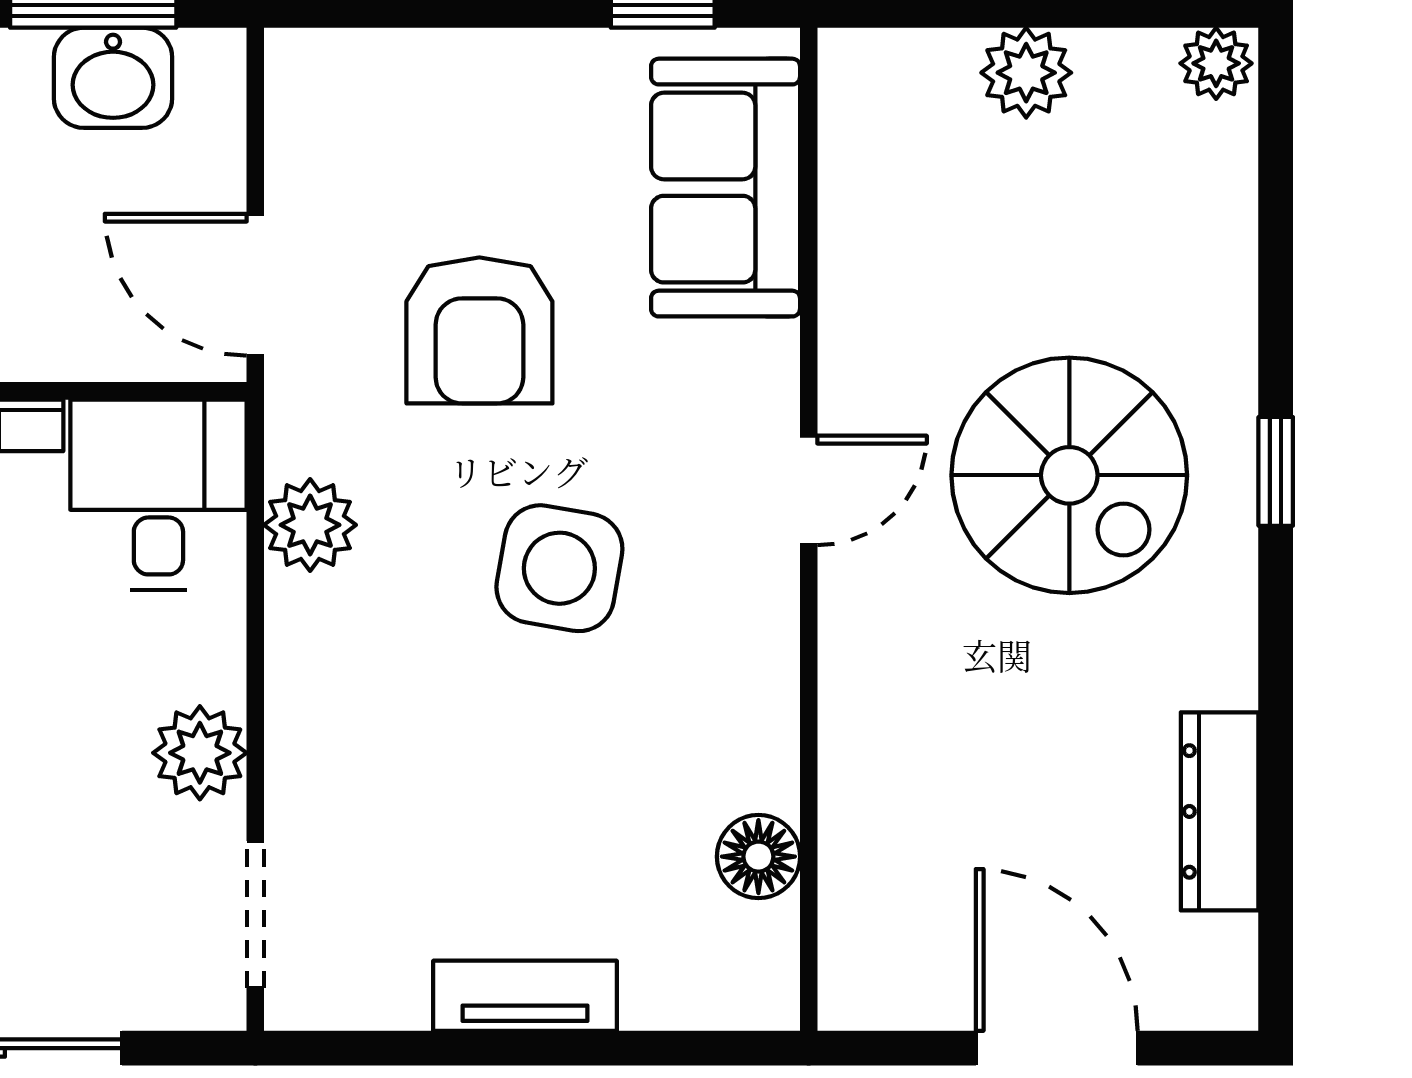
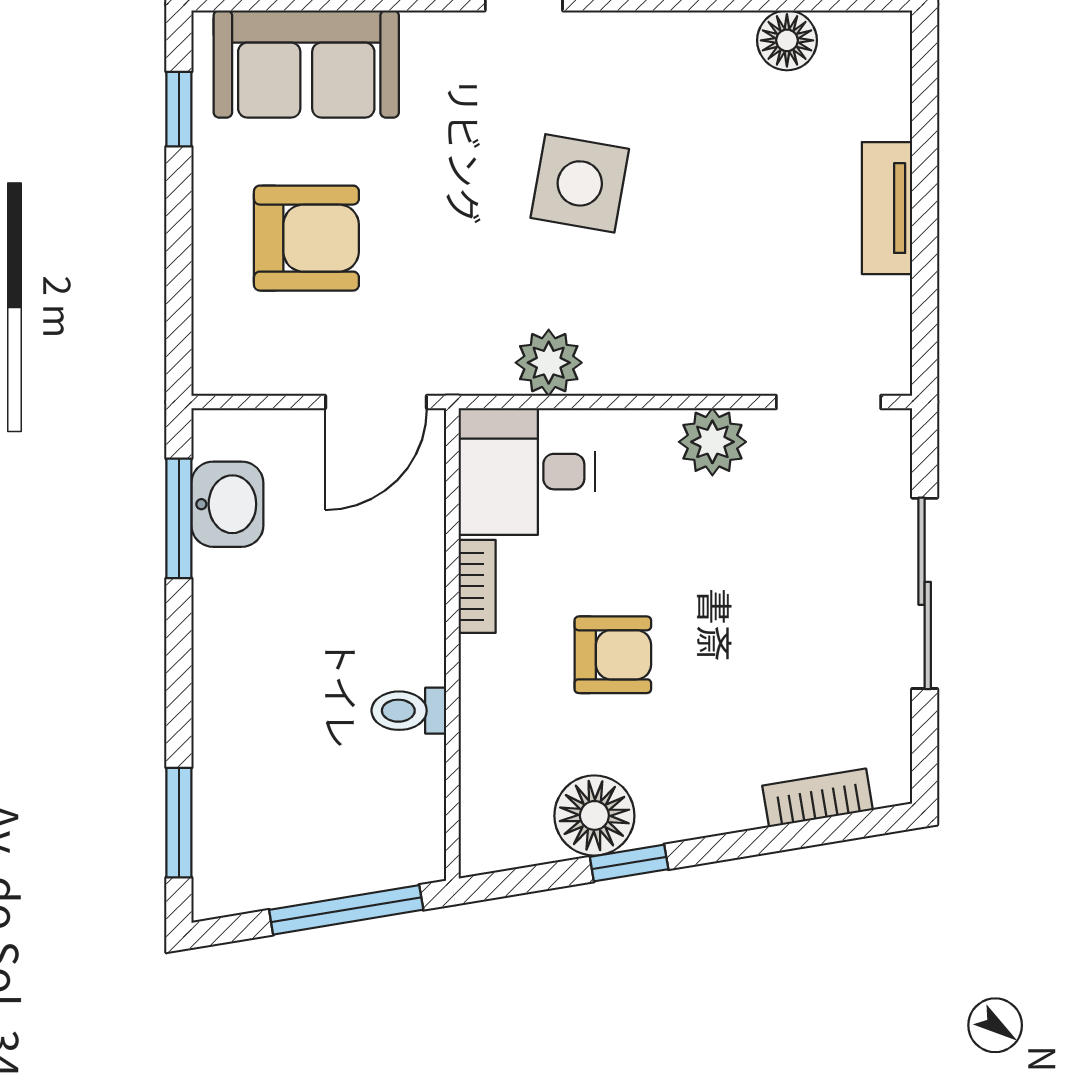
armchair: (479, 330) -> (306, 238), moved

